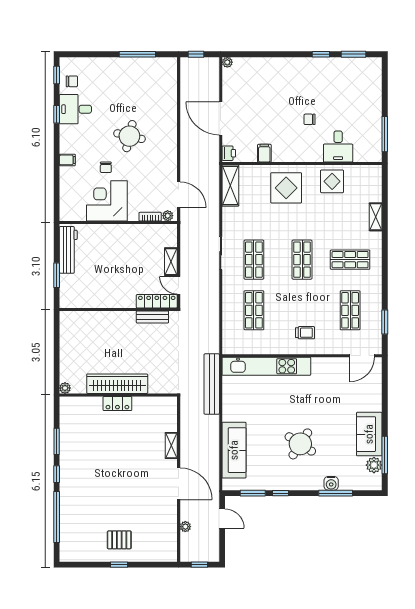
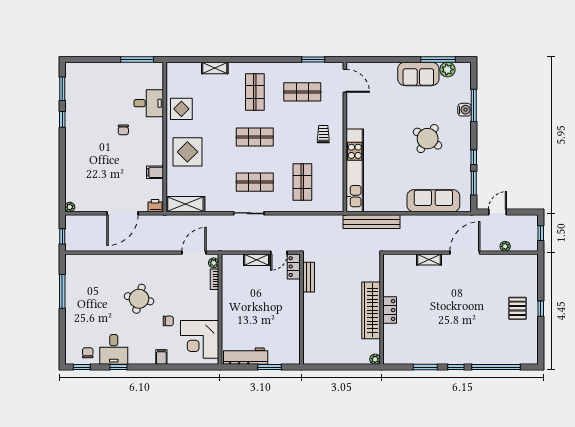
corner desk: (107, 201) -> (200, 339), moved
locker: (157, 301) -> (294, 267), width x0.66
shop shelf: (254, 310) -> (302, 182), turned 90

